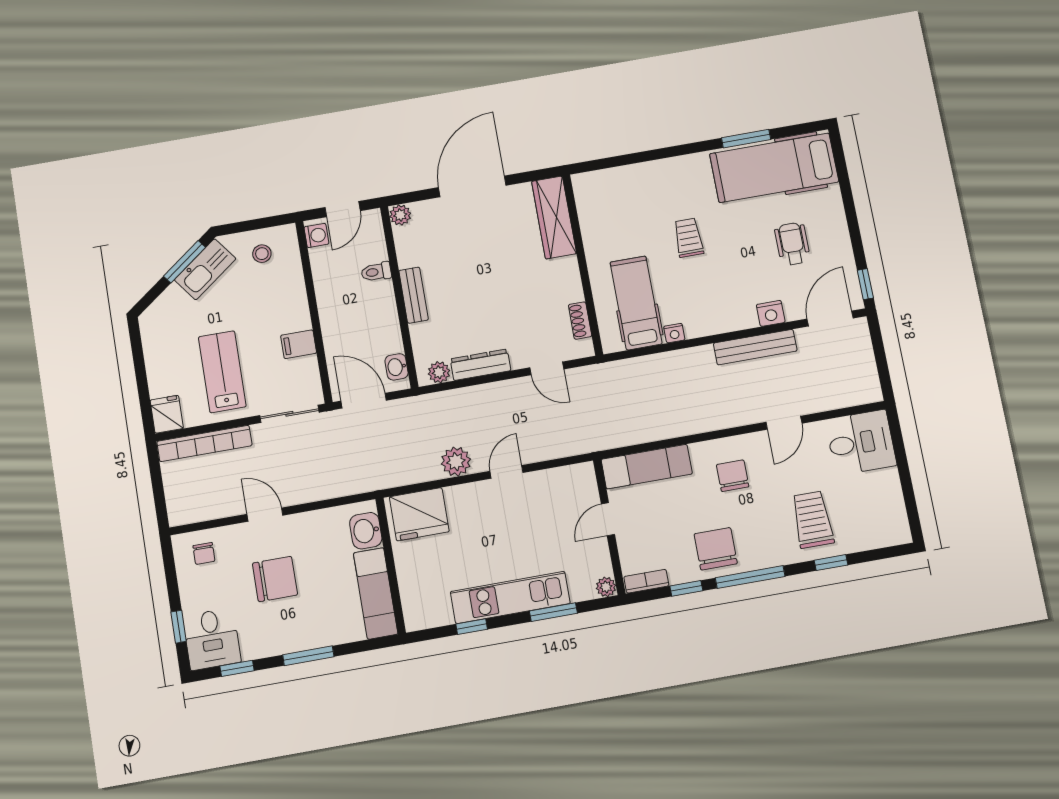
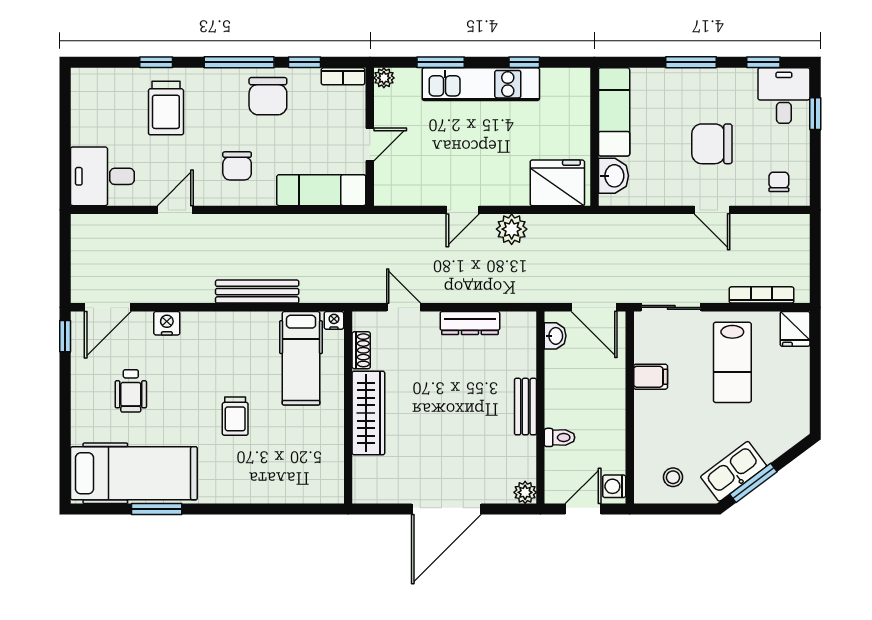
wardrobe: (554, 217) -> (368, 413), moved
nightstand: (674, 333) -> (334, 320), moved
bench: (755, 347) -> (257, 292), moved
plant: (439, 372) -> (513, 323), removed
bookcase: (204, 443) -> (762, 295), width x0.68, depth x0.76

